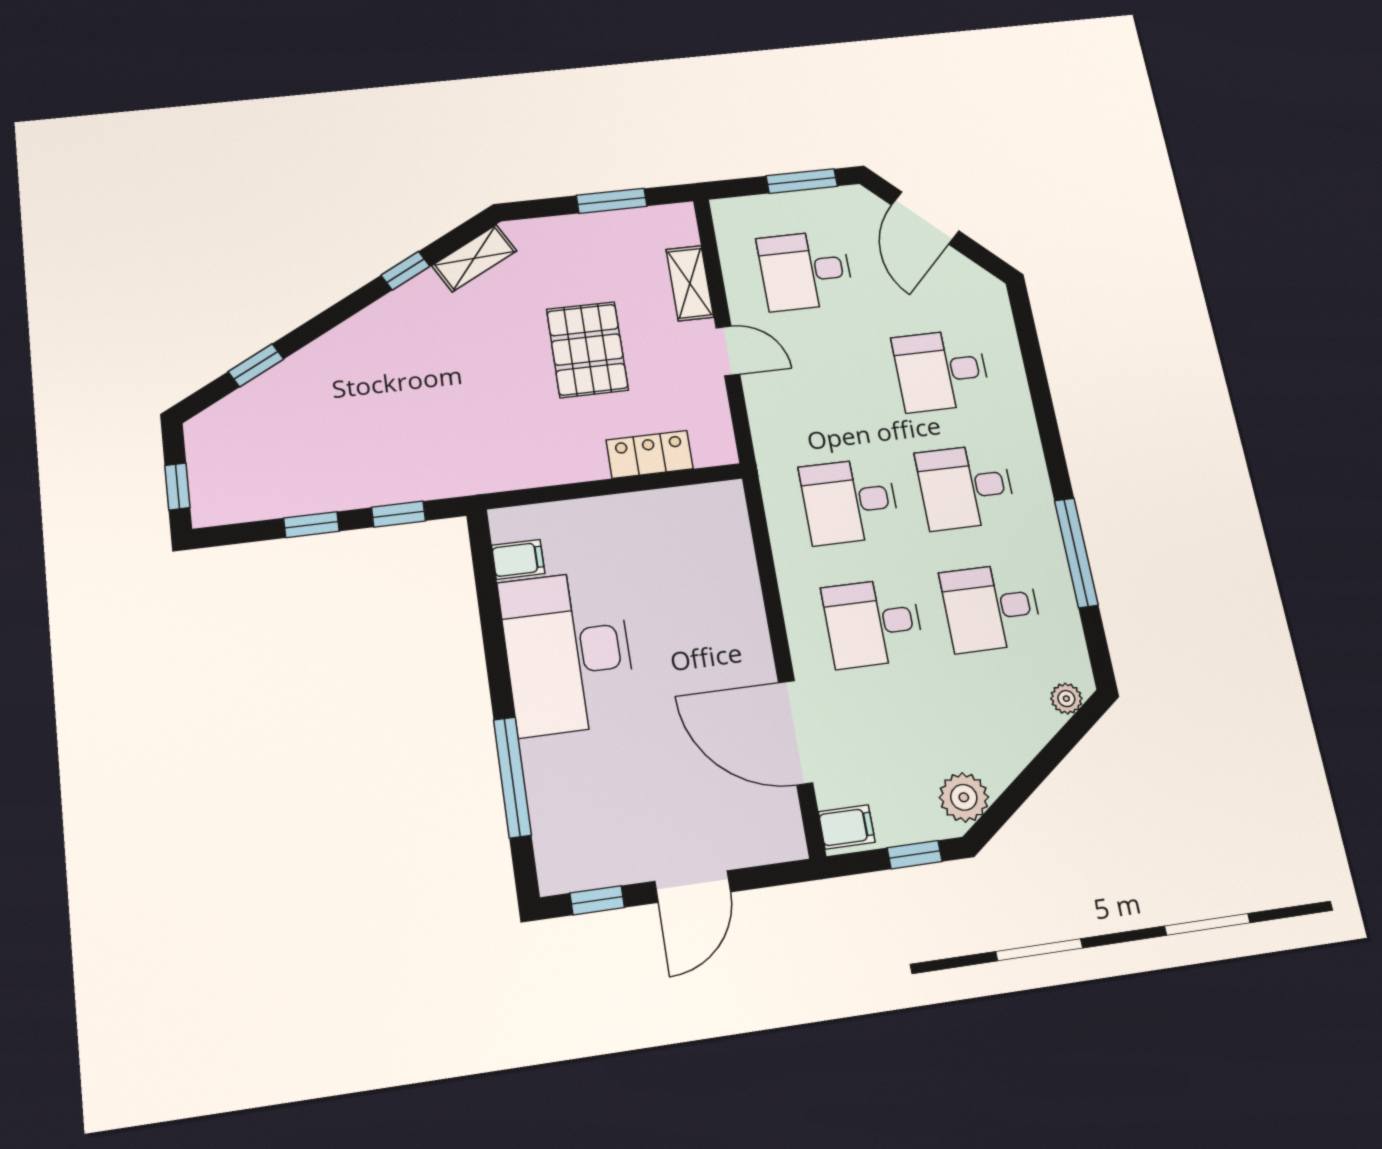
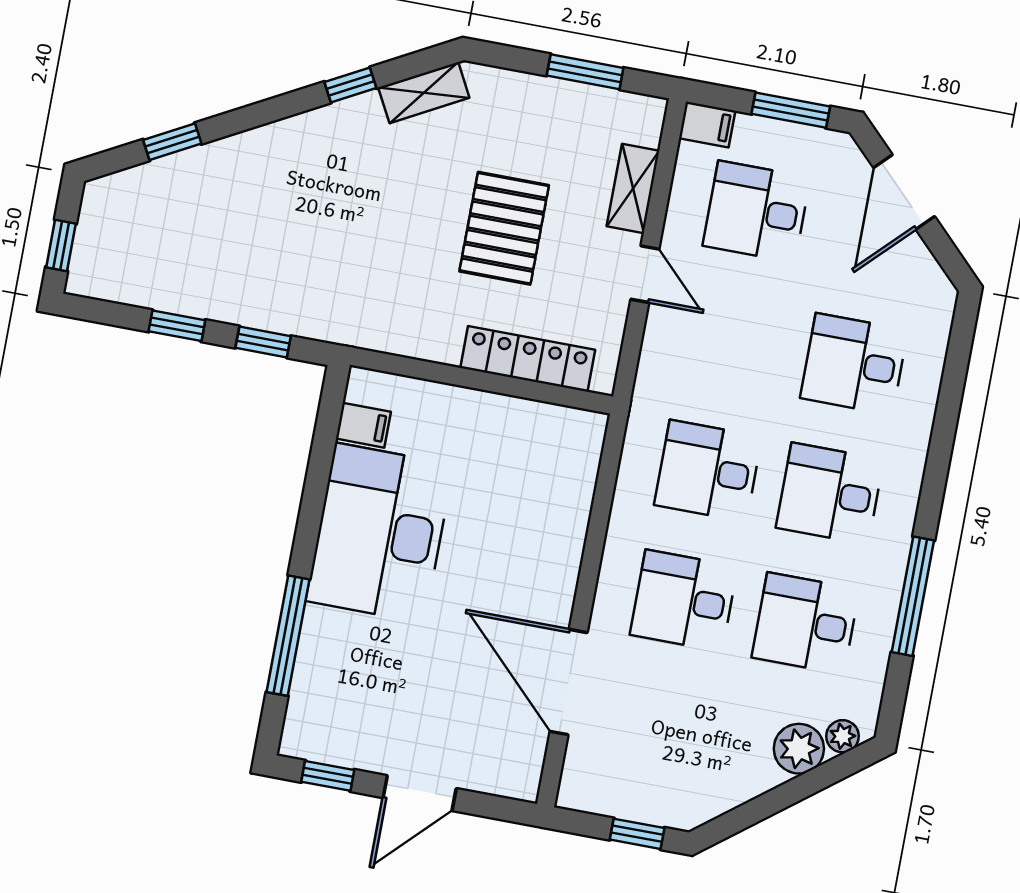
locker: (650, 454) -> (528, 359), width x1.53
plant: (964, 797) -> (799, 749), moved
filing cabinet: (847, 827) -> (707, 125), moved

